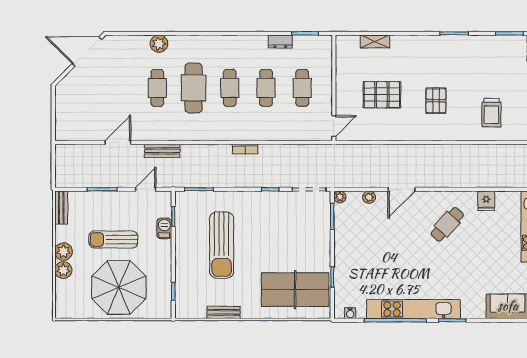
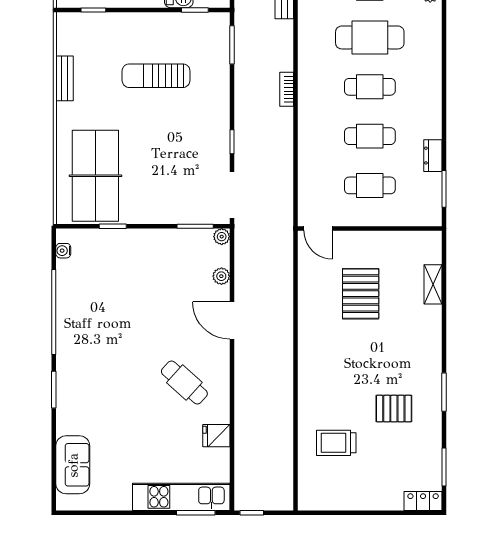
pallet: (436, 101) -> (394, 409), moved
bookcase: (245, 149) -> (287, 89), moved
sun lounger: (222, 245) -> (156, 76), width x0.73, depth x0.75
kitchen unit: (414, 309) -> (69, 337), removed

